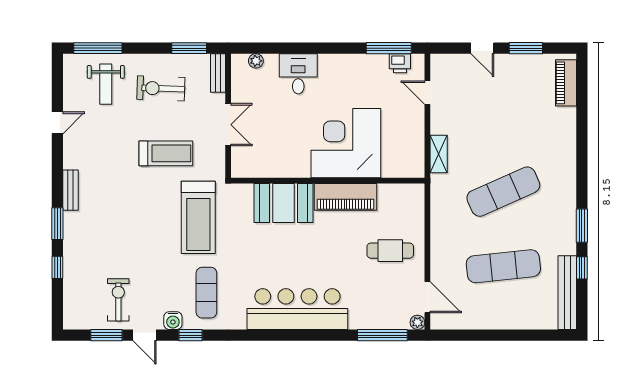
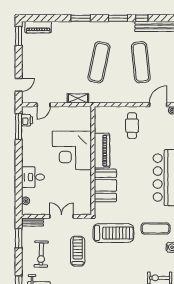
door: (482, 48) -> (19, 85), moved
window: (526, 48) -> (19, 36), moved
window: (582, 159) -> (81, 18), added
exercise mat: (503, 192) -> (99, 62), turned 36

